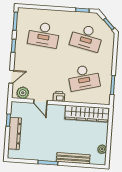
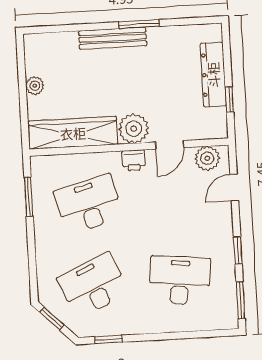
desk: (86, 38) -> (93, 285), turned -36
door: (40, 102) -> (170, 145), swing flipped
plant: (57, 112) -> (134, 129), added
plant: (102, 149) -> (35, 86), moved
bench: (73, 158) -> (113, 38), moved

